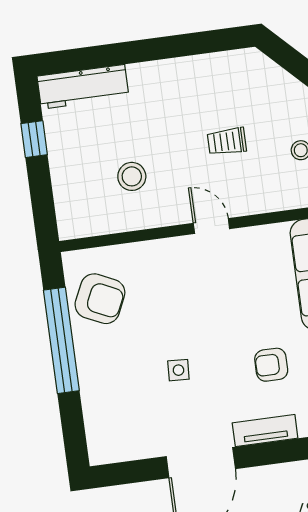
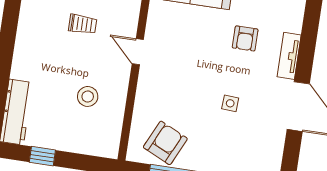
trolley: (227, 141) -> (83, 24), turned -90
door: (211, 226) -> (138, 52), hinge flipped

